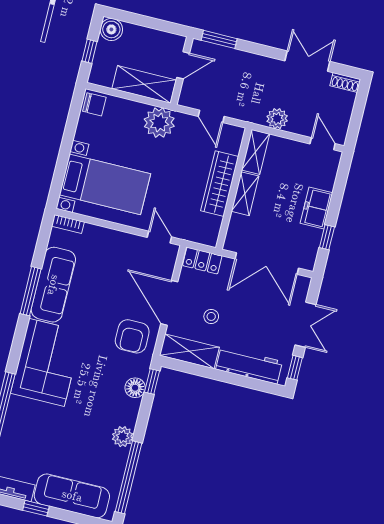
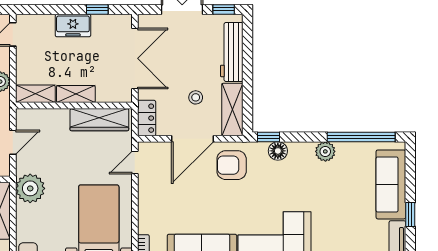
wardrobe: (220, 184) -> (99, 120), moved
armchair: (132, 336) -> (232, 165), turned 180

